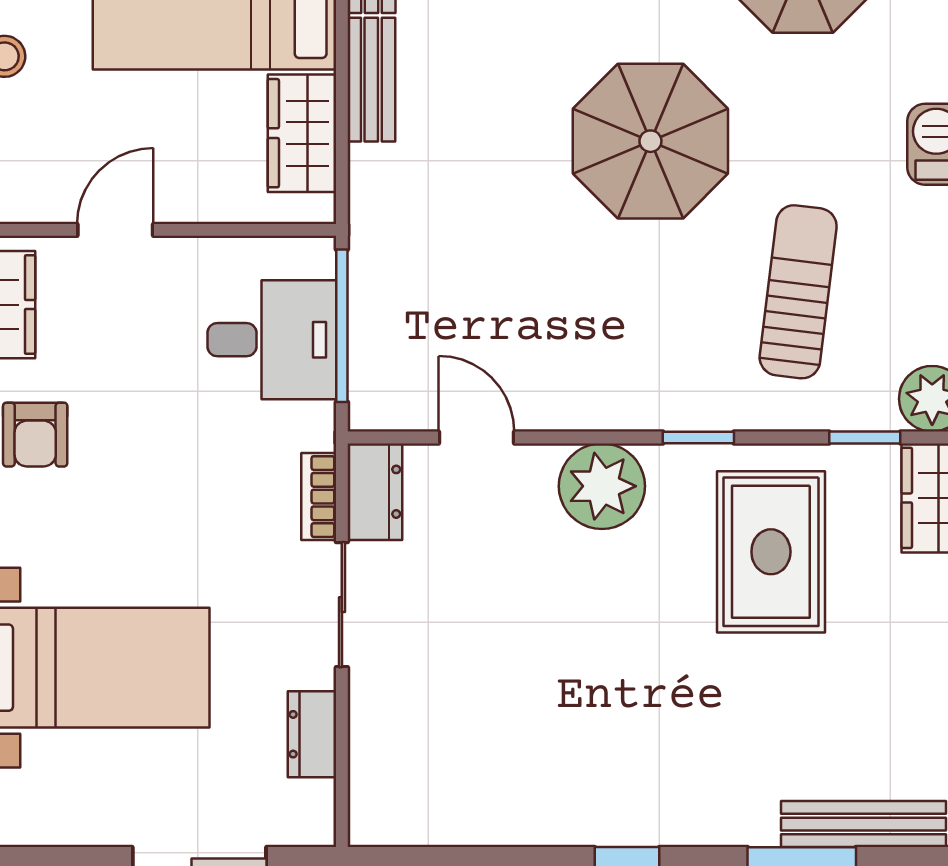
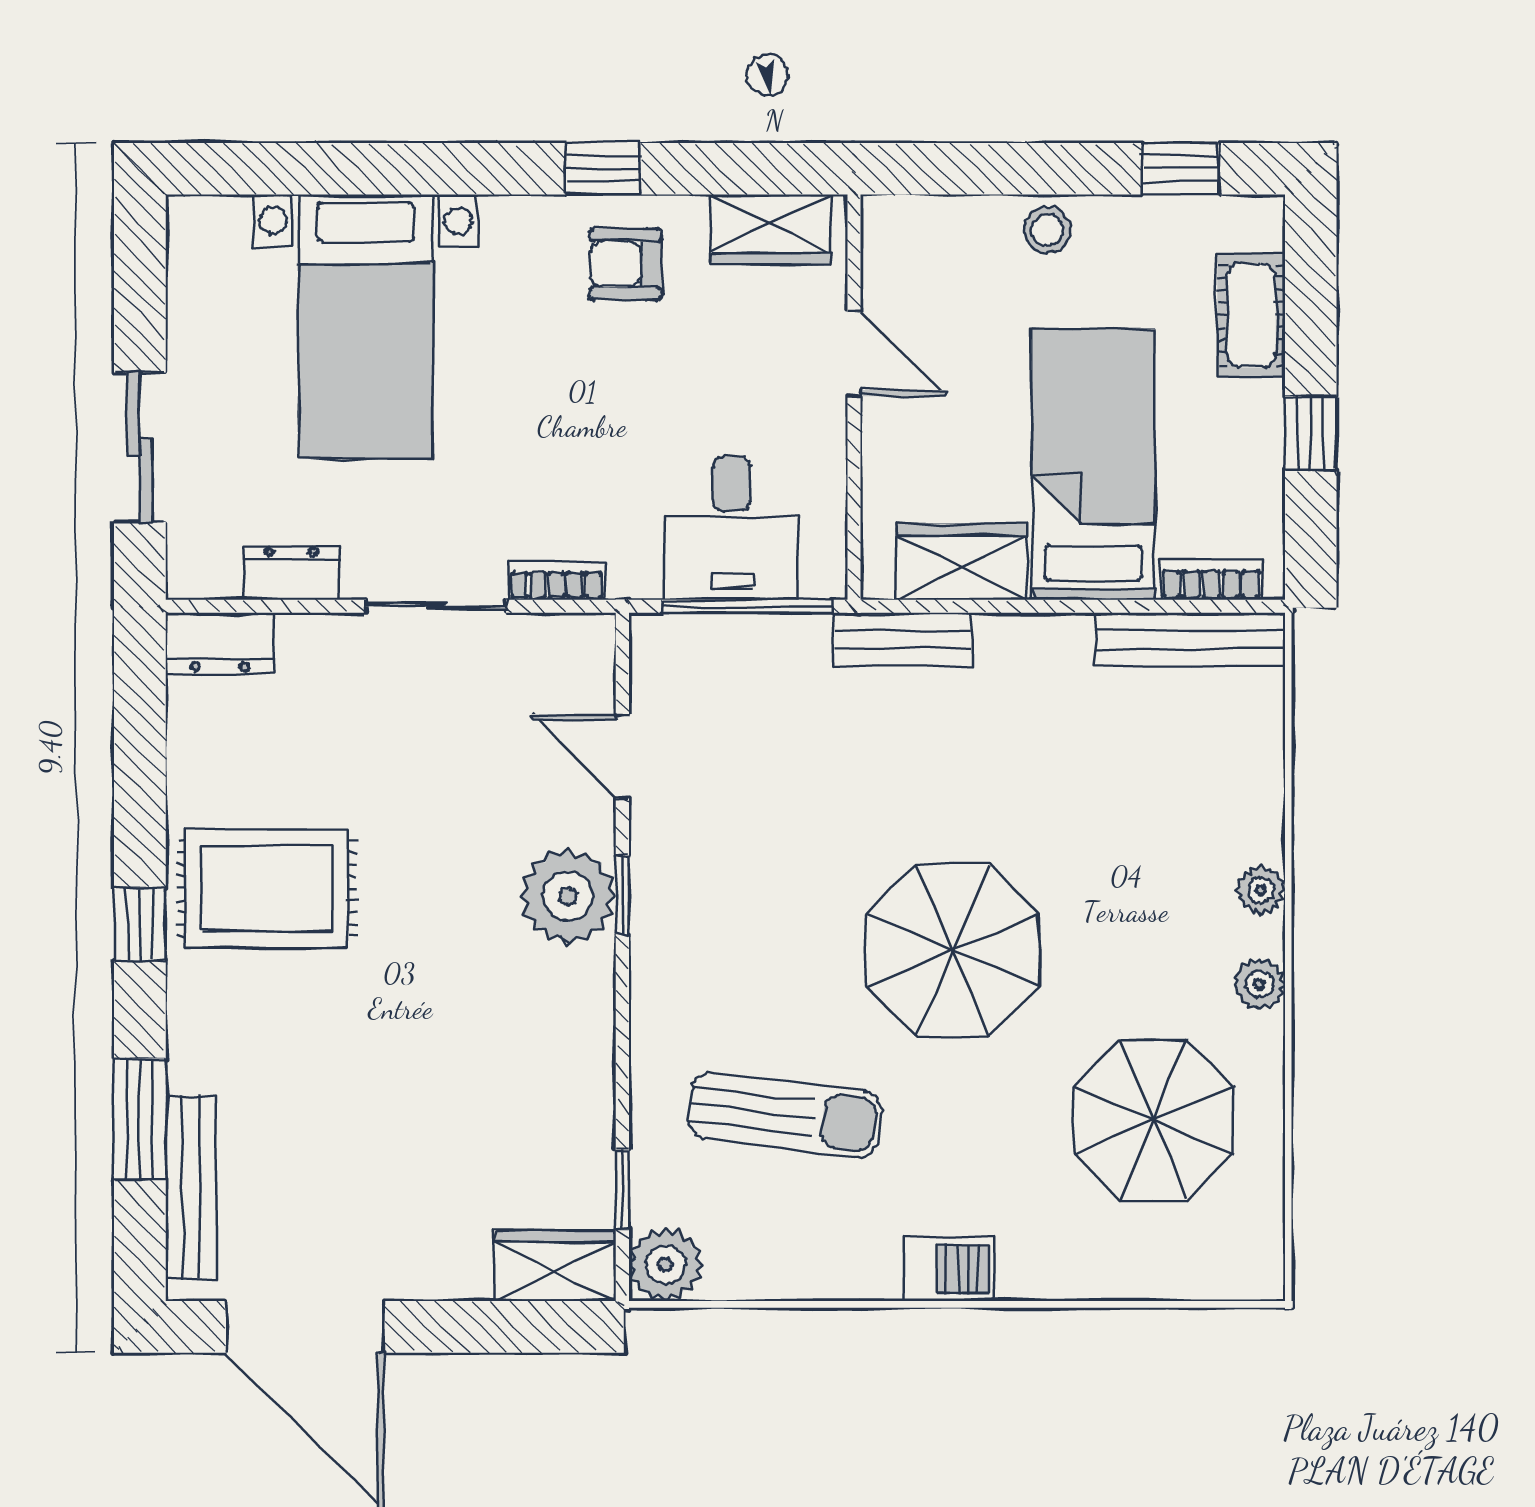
bench: (371, 80) -> (903, 639), moved
door: (477, 438) -> (622, 756), swing flipped
window: (698, 438) -> (622, 895), moved
dresser: (375, 492) -> (220, 643), moved
rug: (771, 552) -> (267, 888), moved

